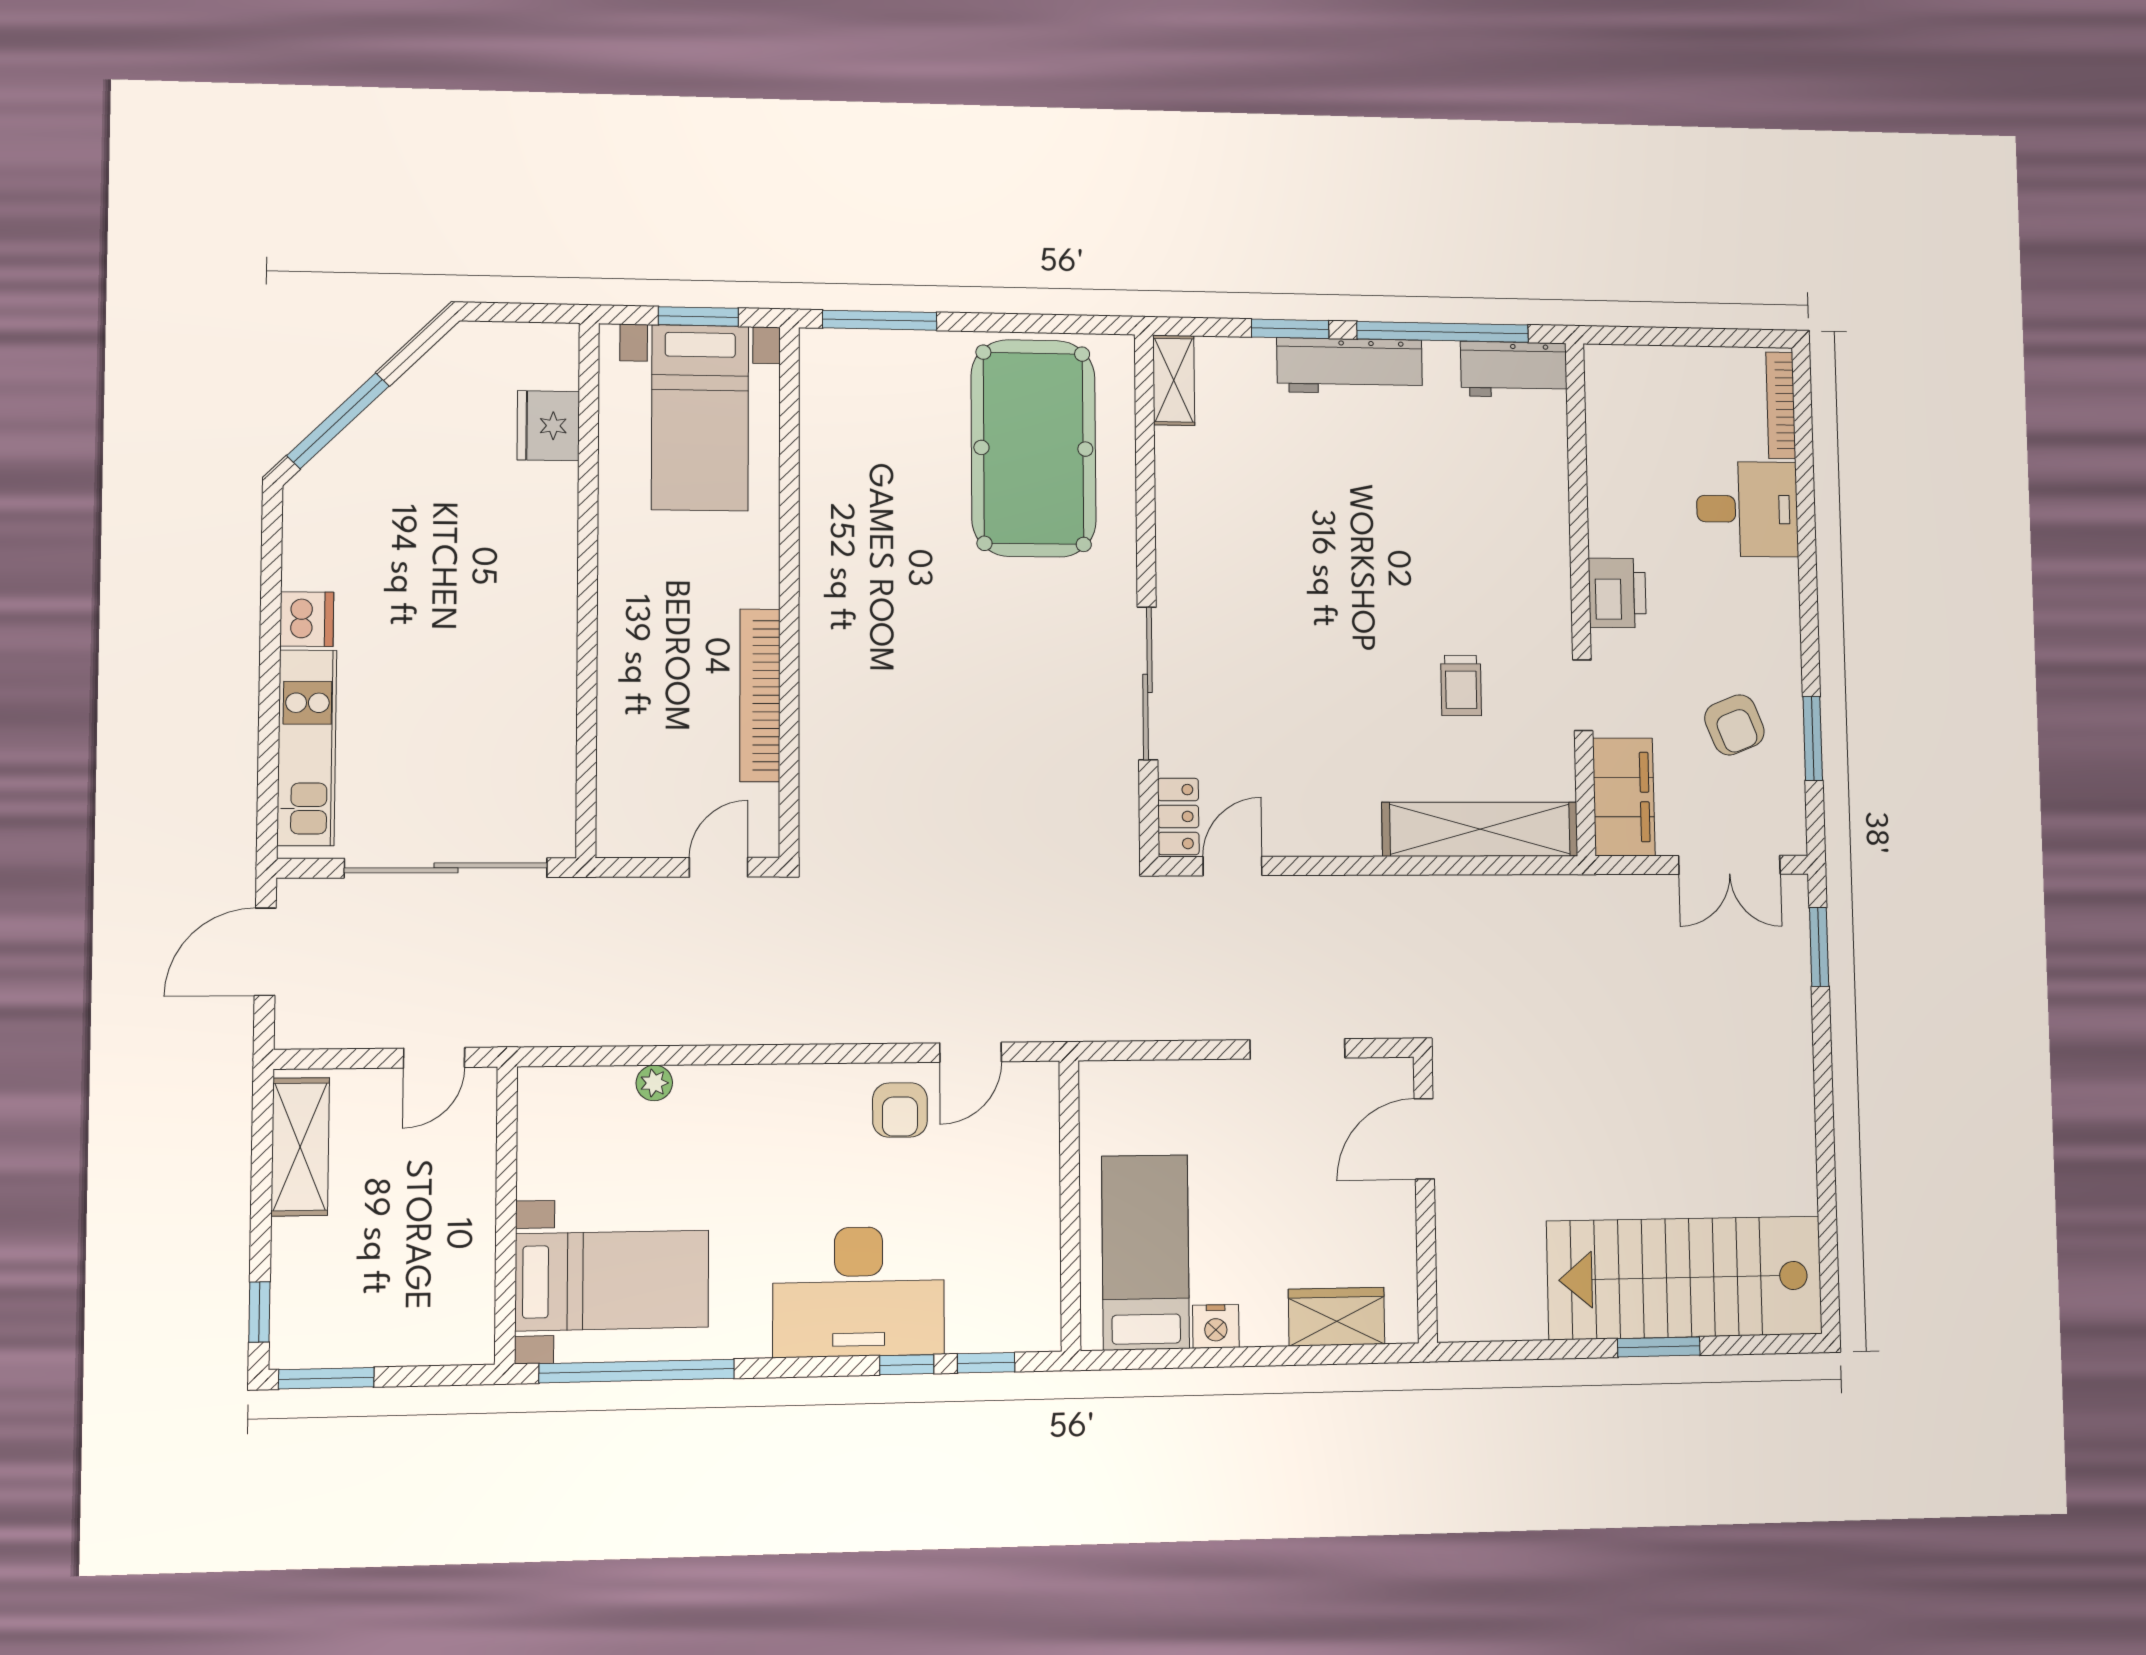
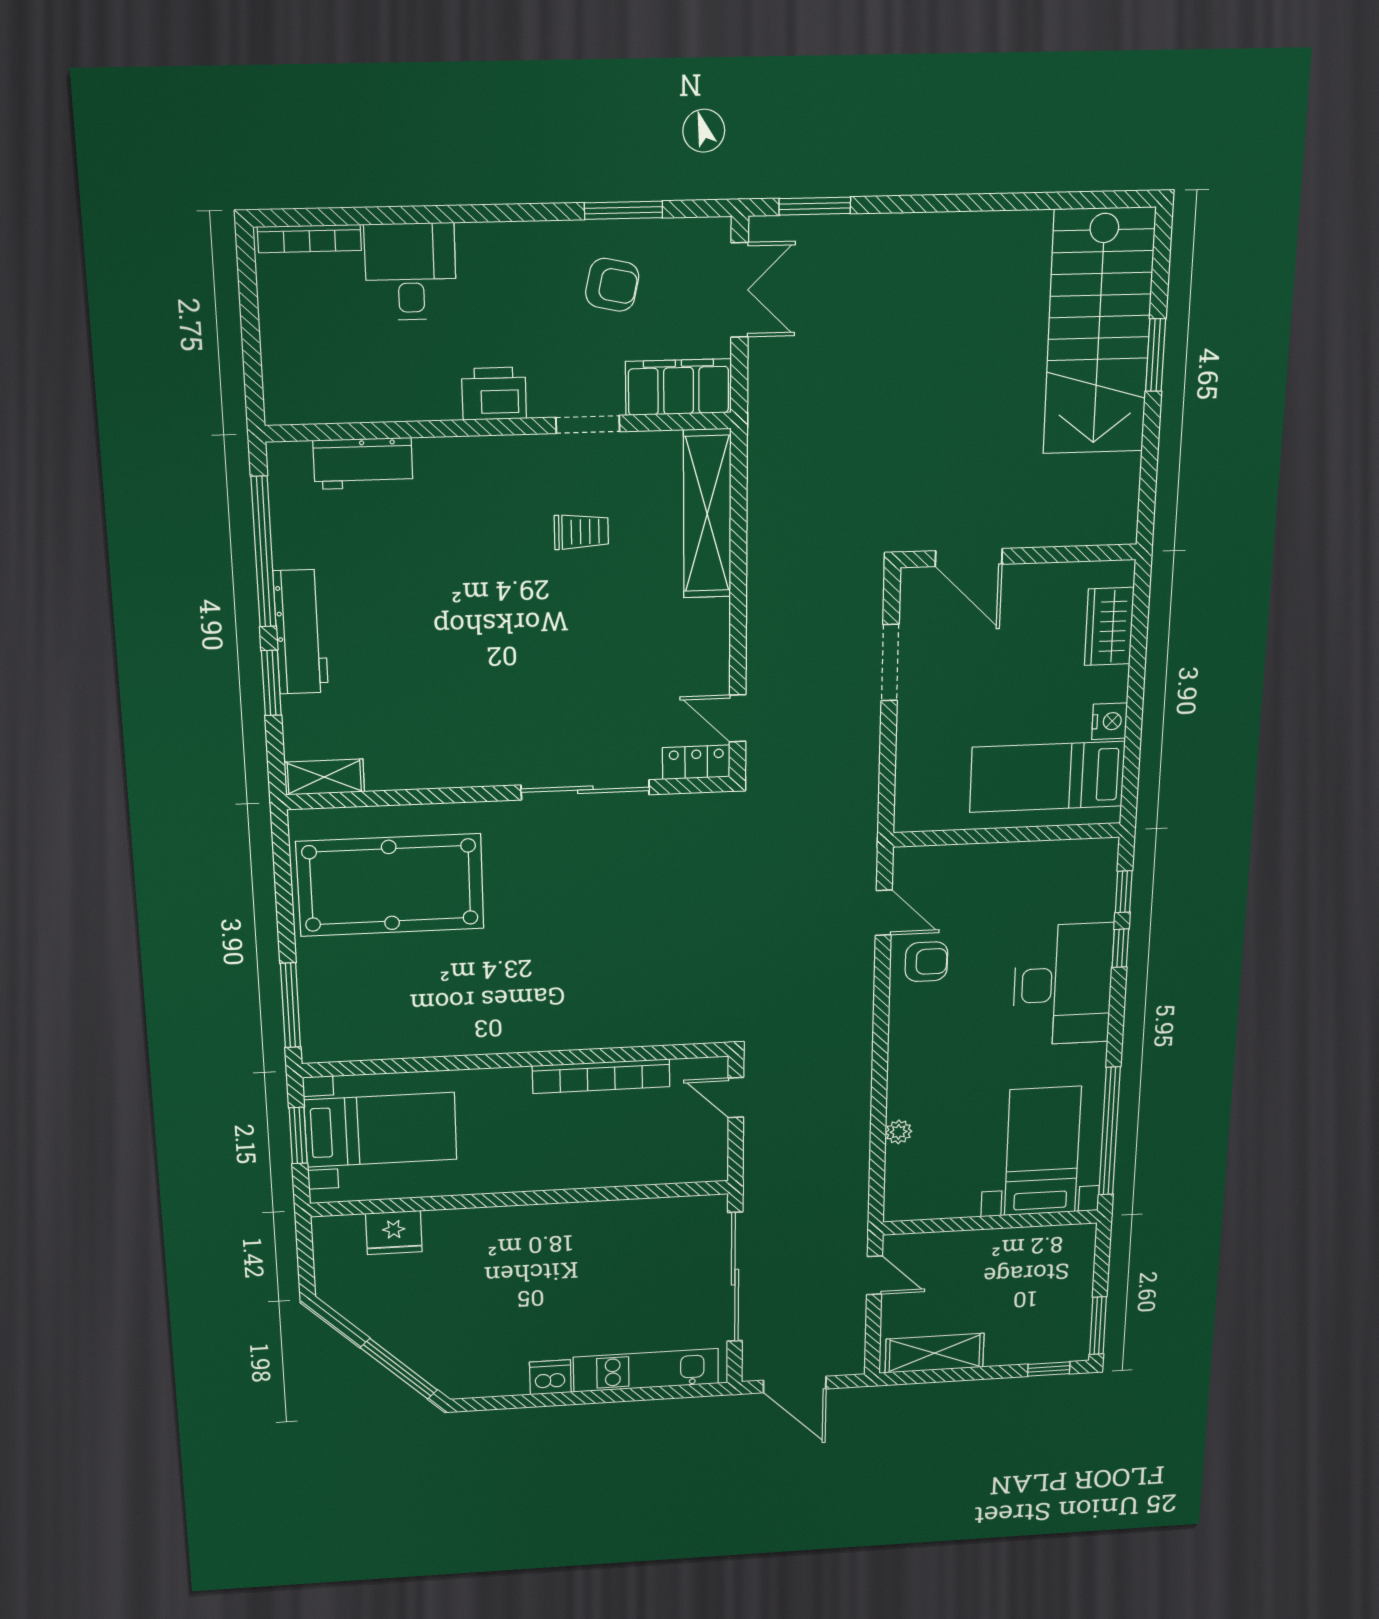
workbench: (1514, 370) -> (363, 463), moved, turned 90
armchair: (1734, 725) -> (612, 285), turned 34

